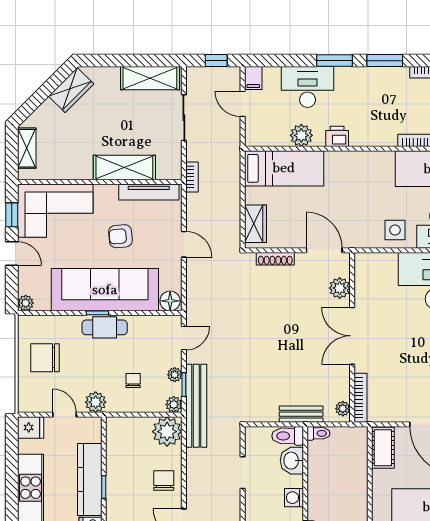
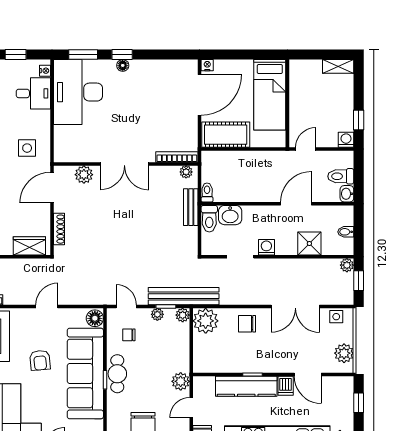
side table: (395, 230) -> (27, 148), moved
chair: (133, 380) -> (129, 335), moved
cot: (383, 448) -> (226, 135), width x1.37, depth x1.34
washing machine: (294, 498) -> (266, 247), moved, turned 180

